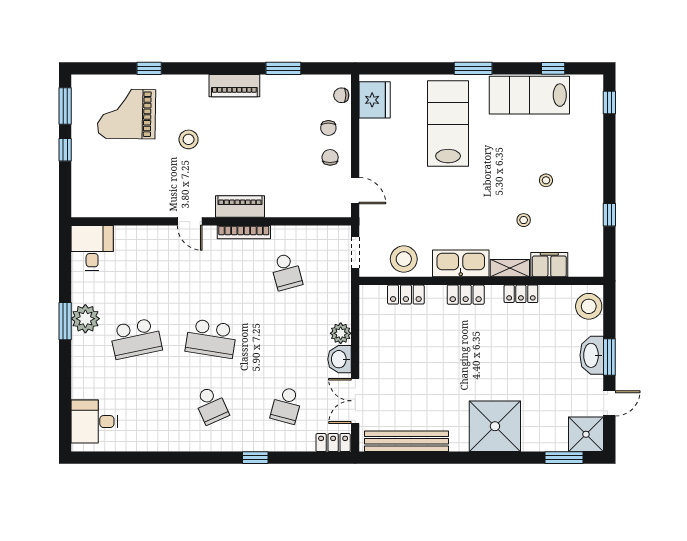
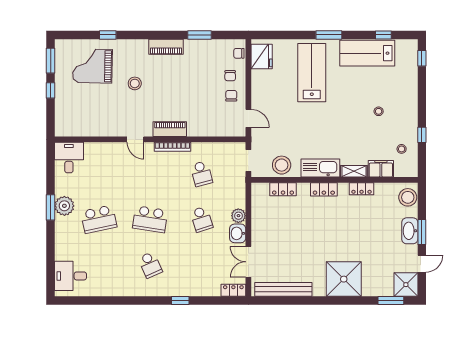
stool: (524, 220) -> (402, 149), moved
school desk: (286, 405) -> (201, 219), moved, turned -33

